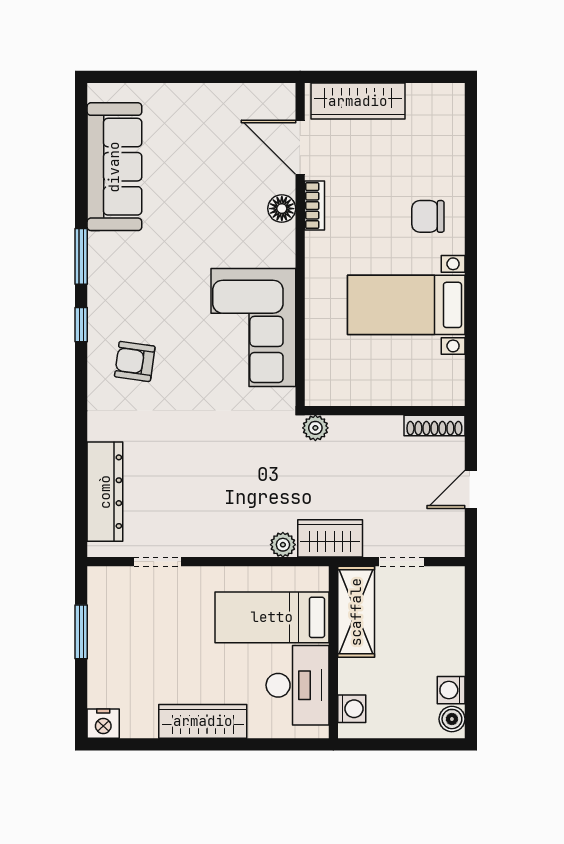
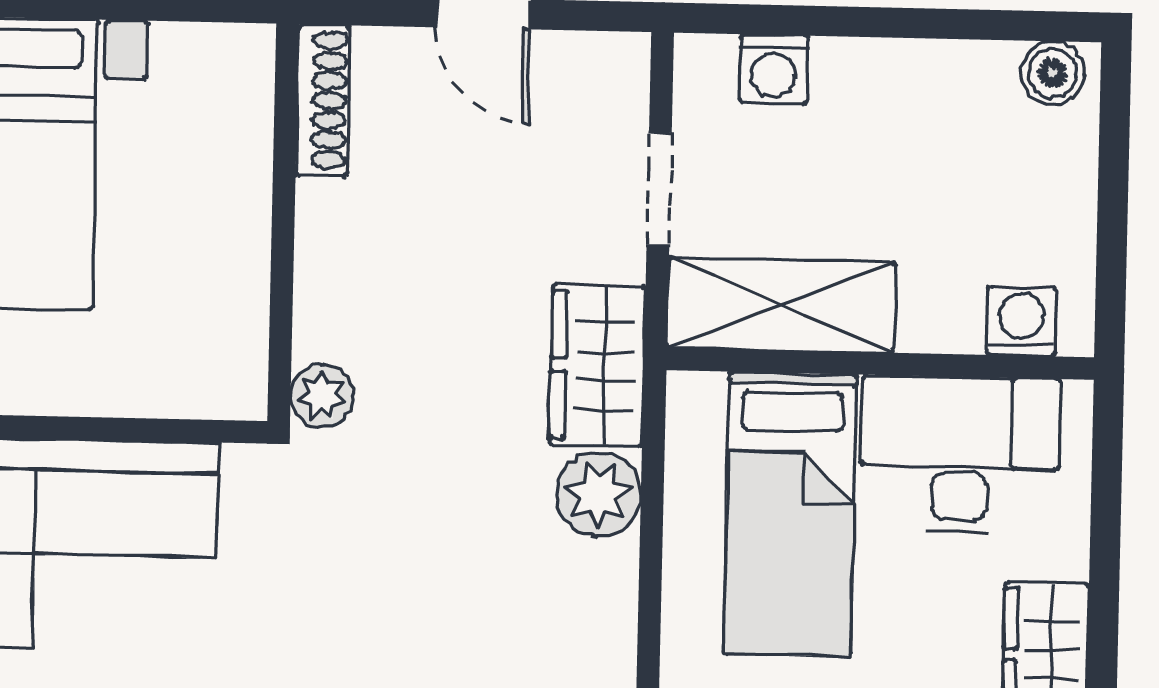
plant: (283, 545) -> (598, 494), width x1.38, depth x1.38
washing machine: (451, 690) -> (774, 69), moved

